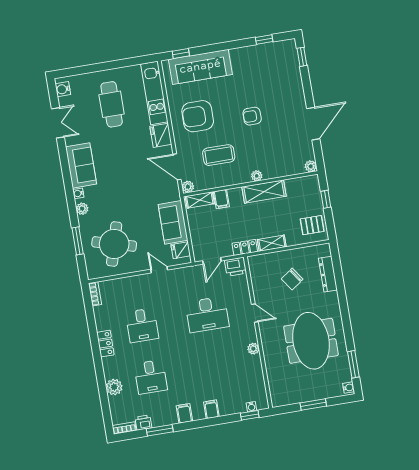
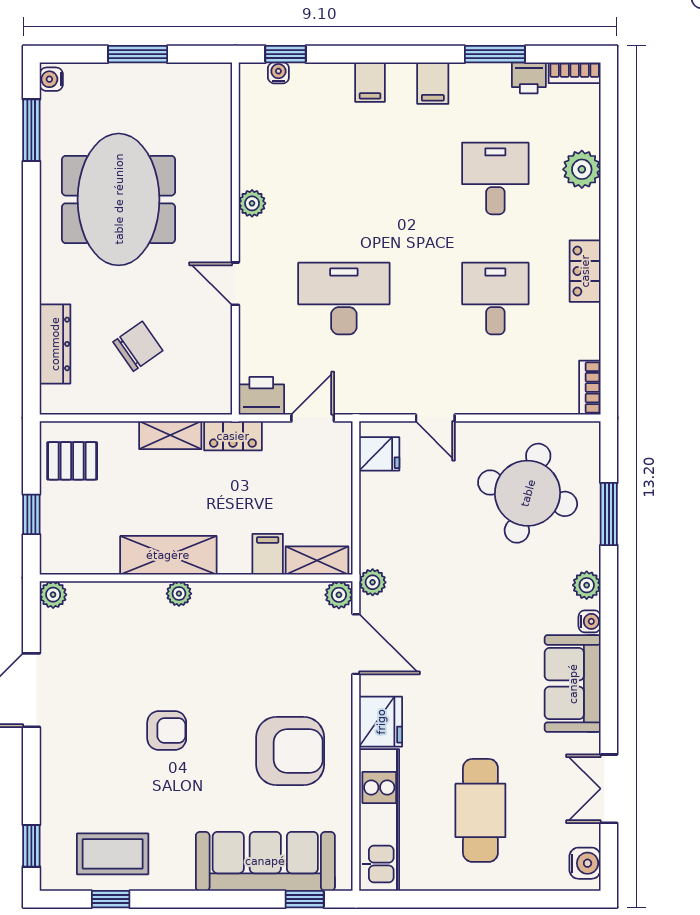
coffee table: (219, 155) -> (113, 854), moved
plant: (174, 195) -> (373, 582), added
sofa: (173, 222) -> (386, 520), removed

